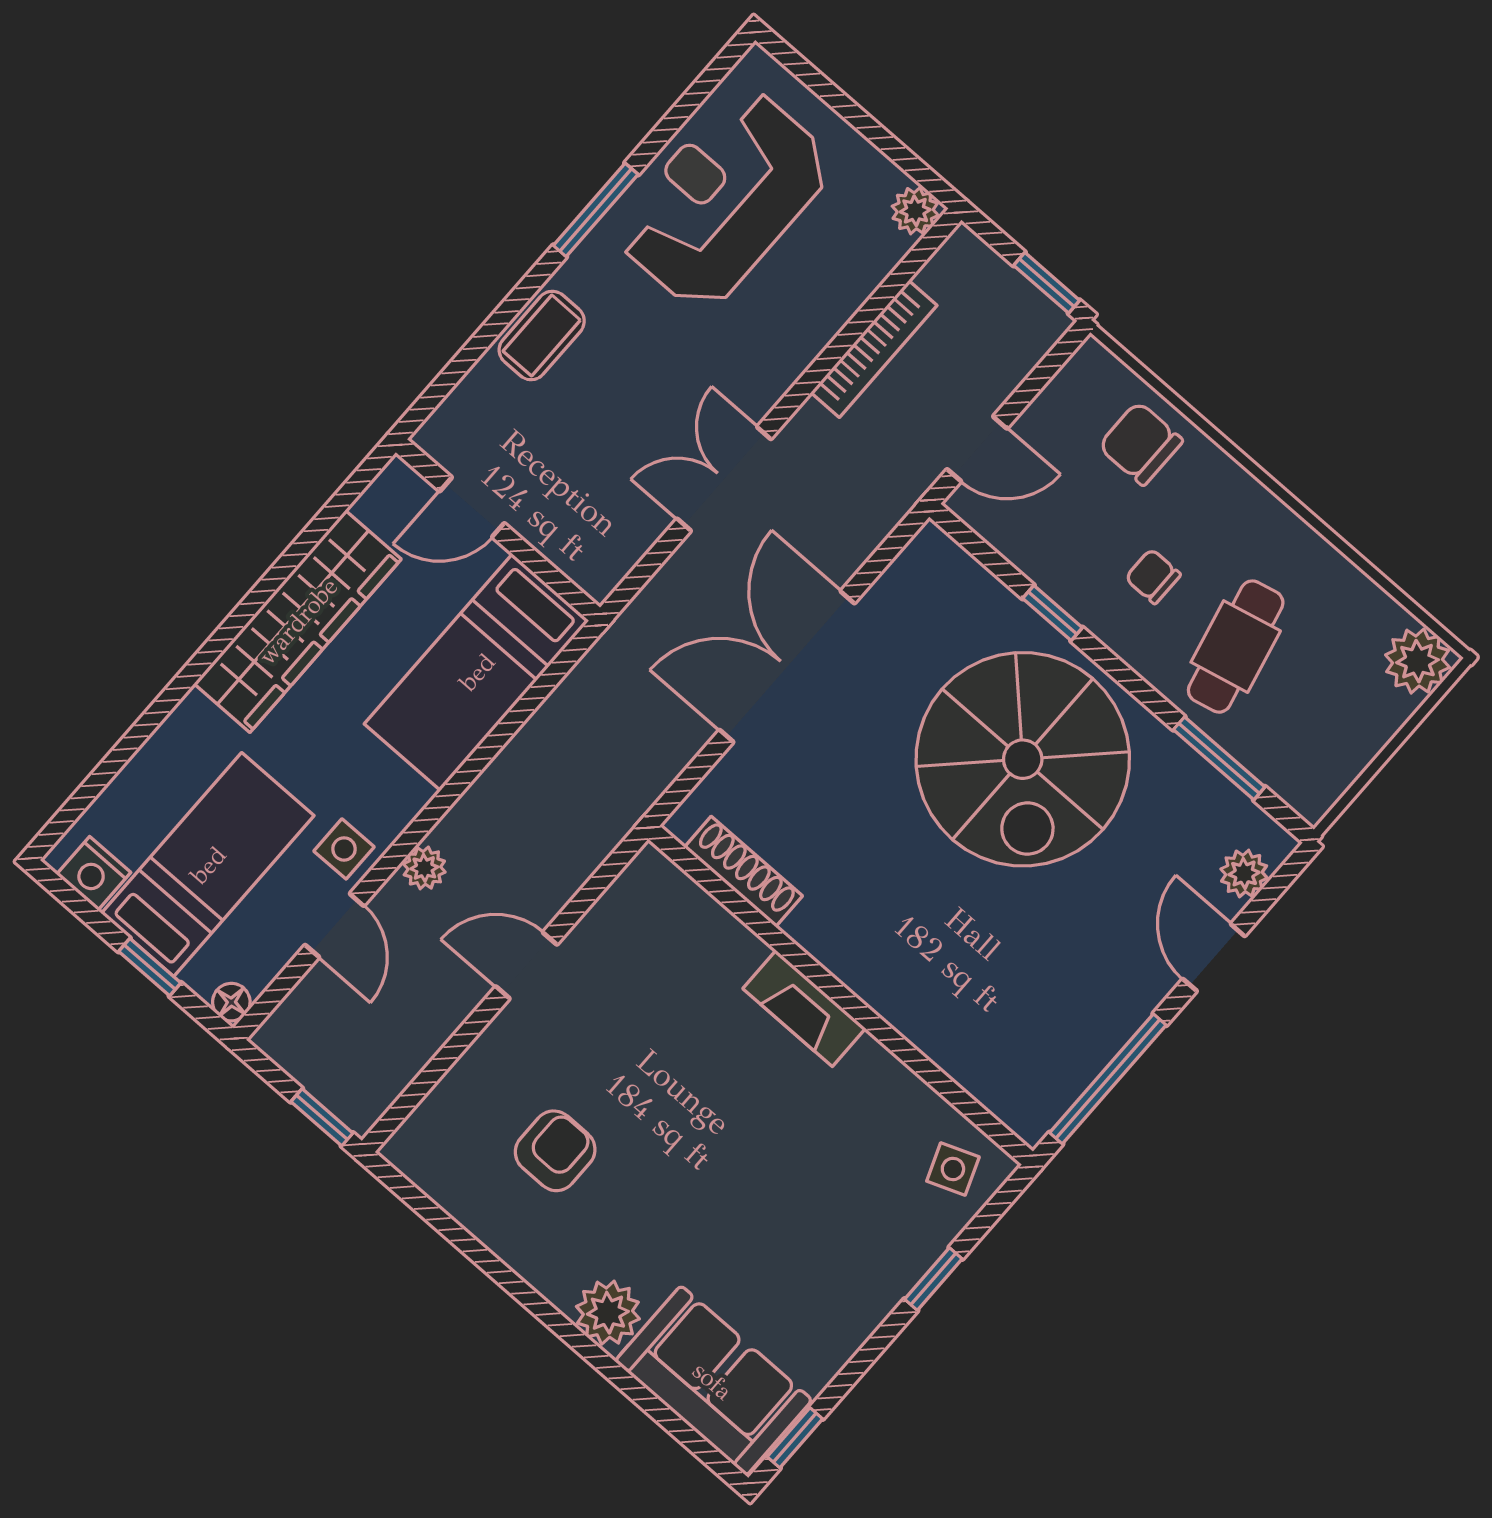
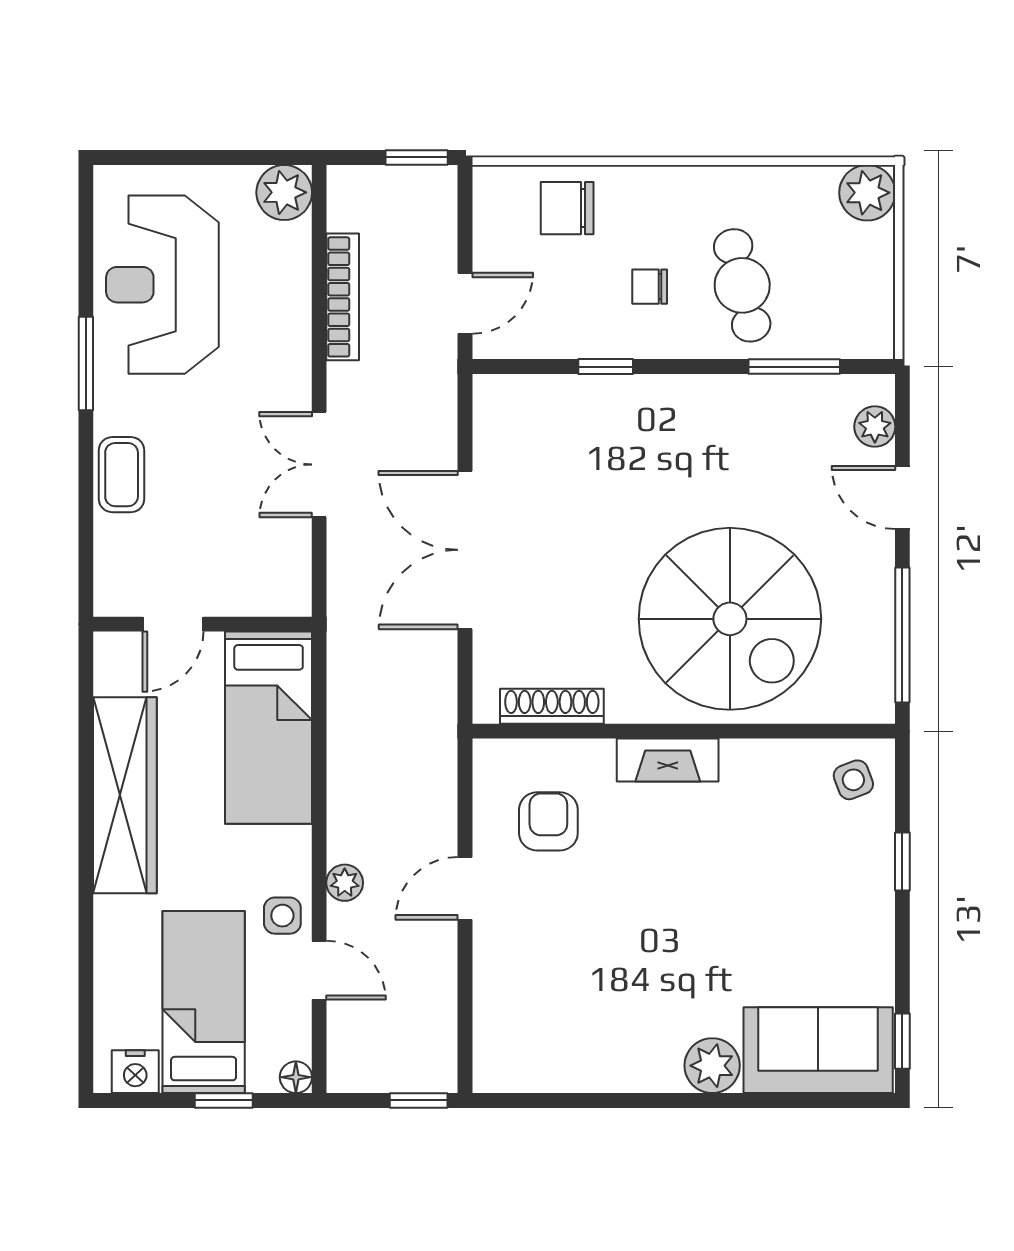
plant: (915, 211) -> (284, 192), width x1.38, depth x1.38
spiral stairs: (1023, 759) -> (730, 619), moved
armchair: (555, 1151) -> (548, 821), moved

